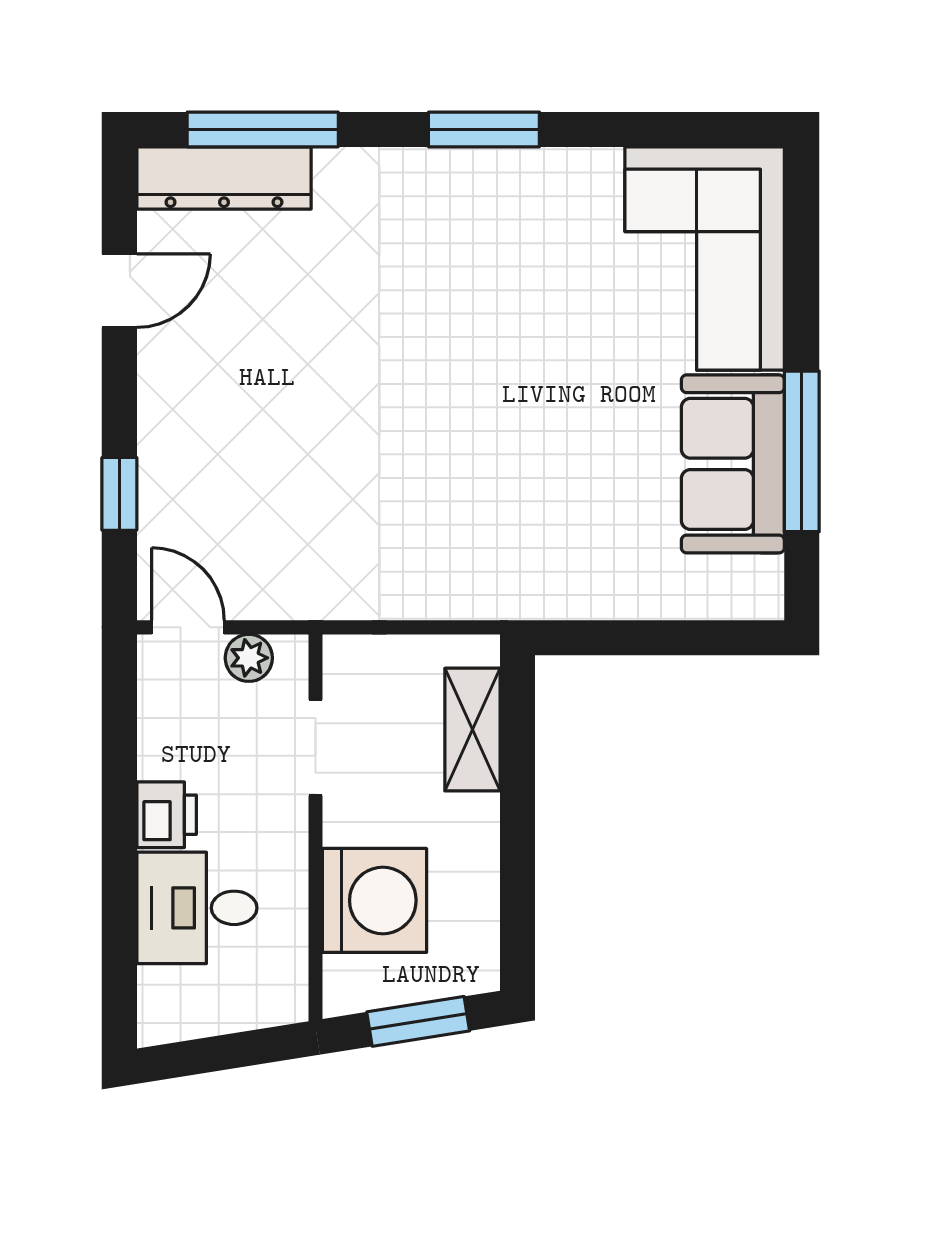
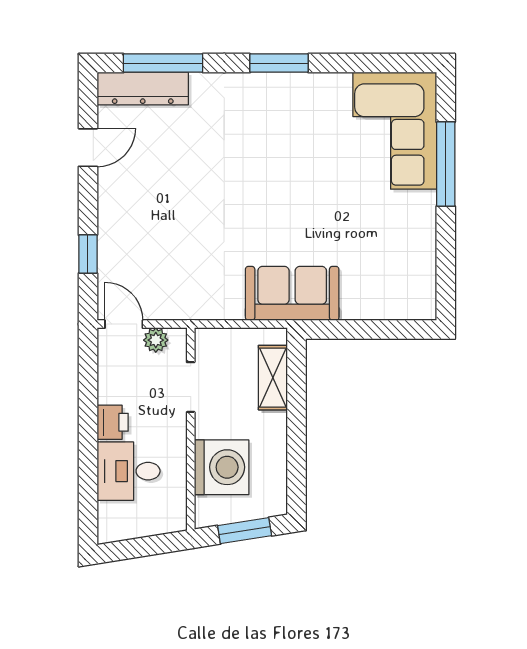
window: (802, 451) -> (446, 164), moved
sofa: (733, 464) -> (292, 293), moved, turned 90

